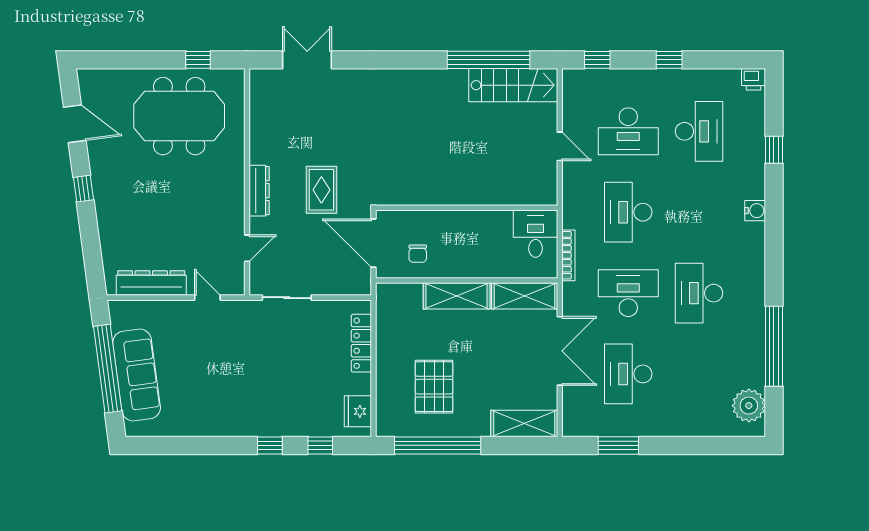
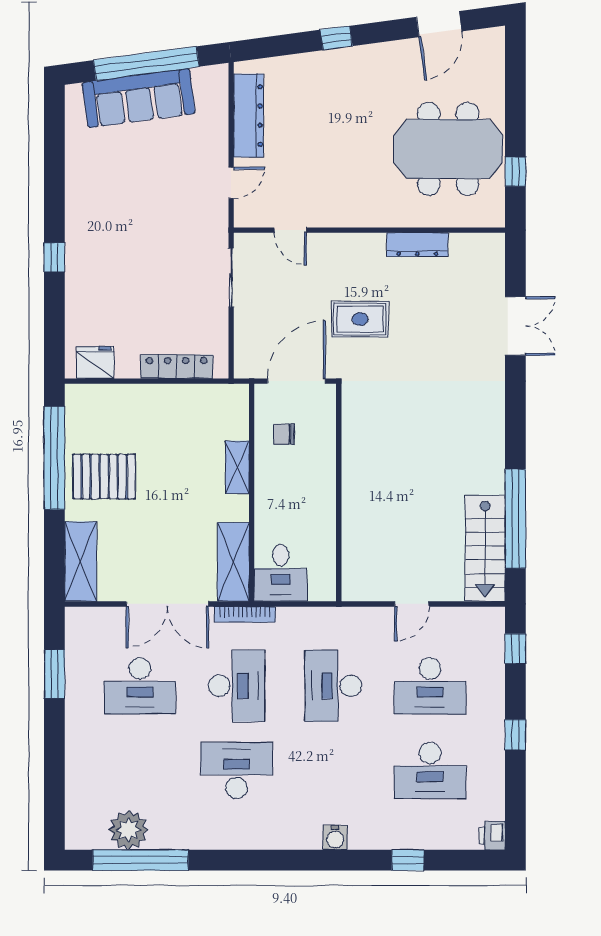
double door: (307, 60) -> (515, 326), moved
meeting table: (179, 116) -> (448, 149), turned 90
desk: (628, 131) -> (430, 686), turned -90
window: (83, 189) -> (336, 38), moved
dresser: (259, 191) -> (417, 245), moved
desk: (628, 212) -> (333, 686), turned -90
desk: (536, 234) -> (281, 573), moved, turned 90
bookcase: (568, 255) -> (245, 614), moved
shelving: (457, 296) -> (237, 467), width x0.67, depth x0.75
window: (774, 346) -> (140, 860), moved
desk: (628, 374) -> (140, 686), turned 180
pallet: (434, 387) -> (104, 477), moved
plant: (749, 406) -> (129, 830), moved
window: (320, 445) -> (54, 318), removed

